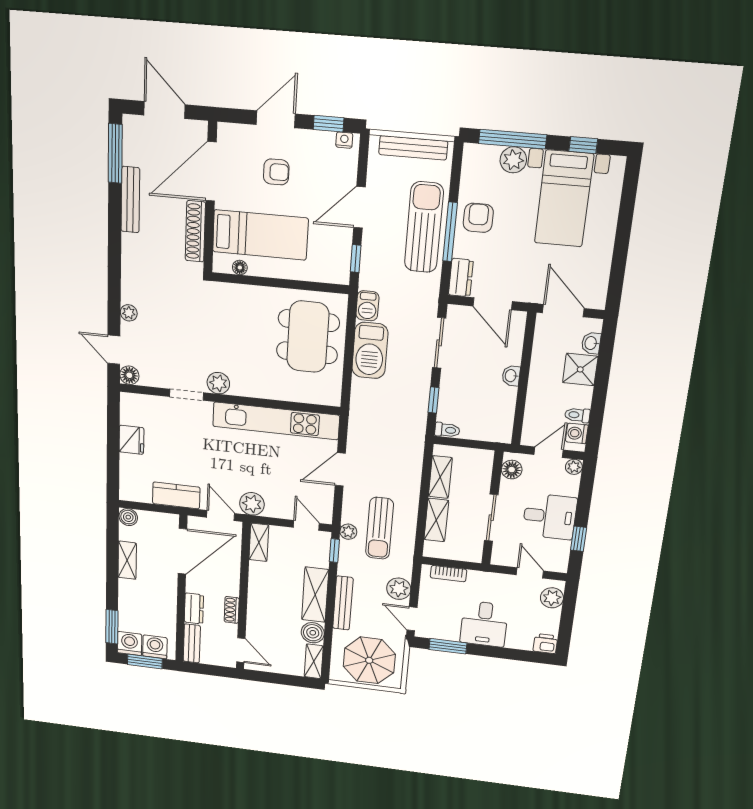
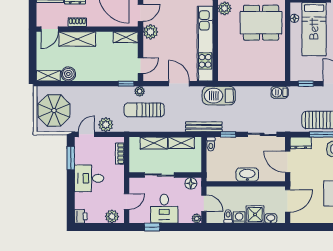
door: (493, 304) -> (288, 162), hinge flipped
dining table: (308, 337) -> (261, 23), moved
barbecue: (370, 350) -> (219, 96), moved
washbasin: (511, 376) -> (247, 175), width x1.91, depth x1.45
washing machine: (577, 433) -> (239, 217), moved
shelving: (315, 595) -> (77, 39), moved
bench: (343, 603) -> (204, 127), moved

